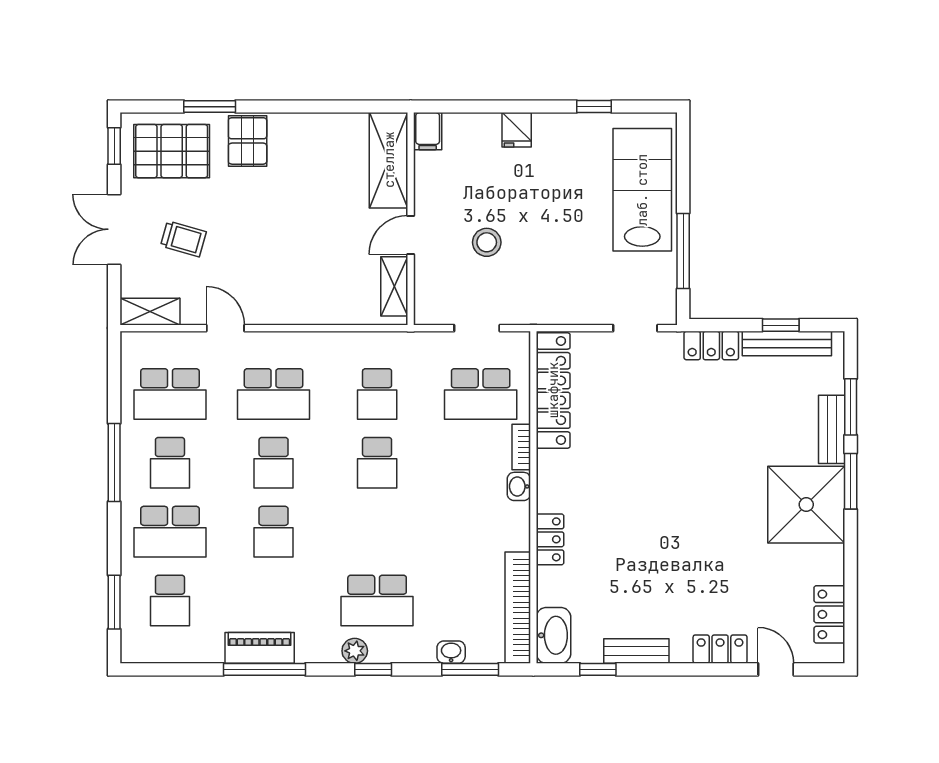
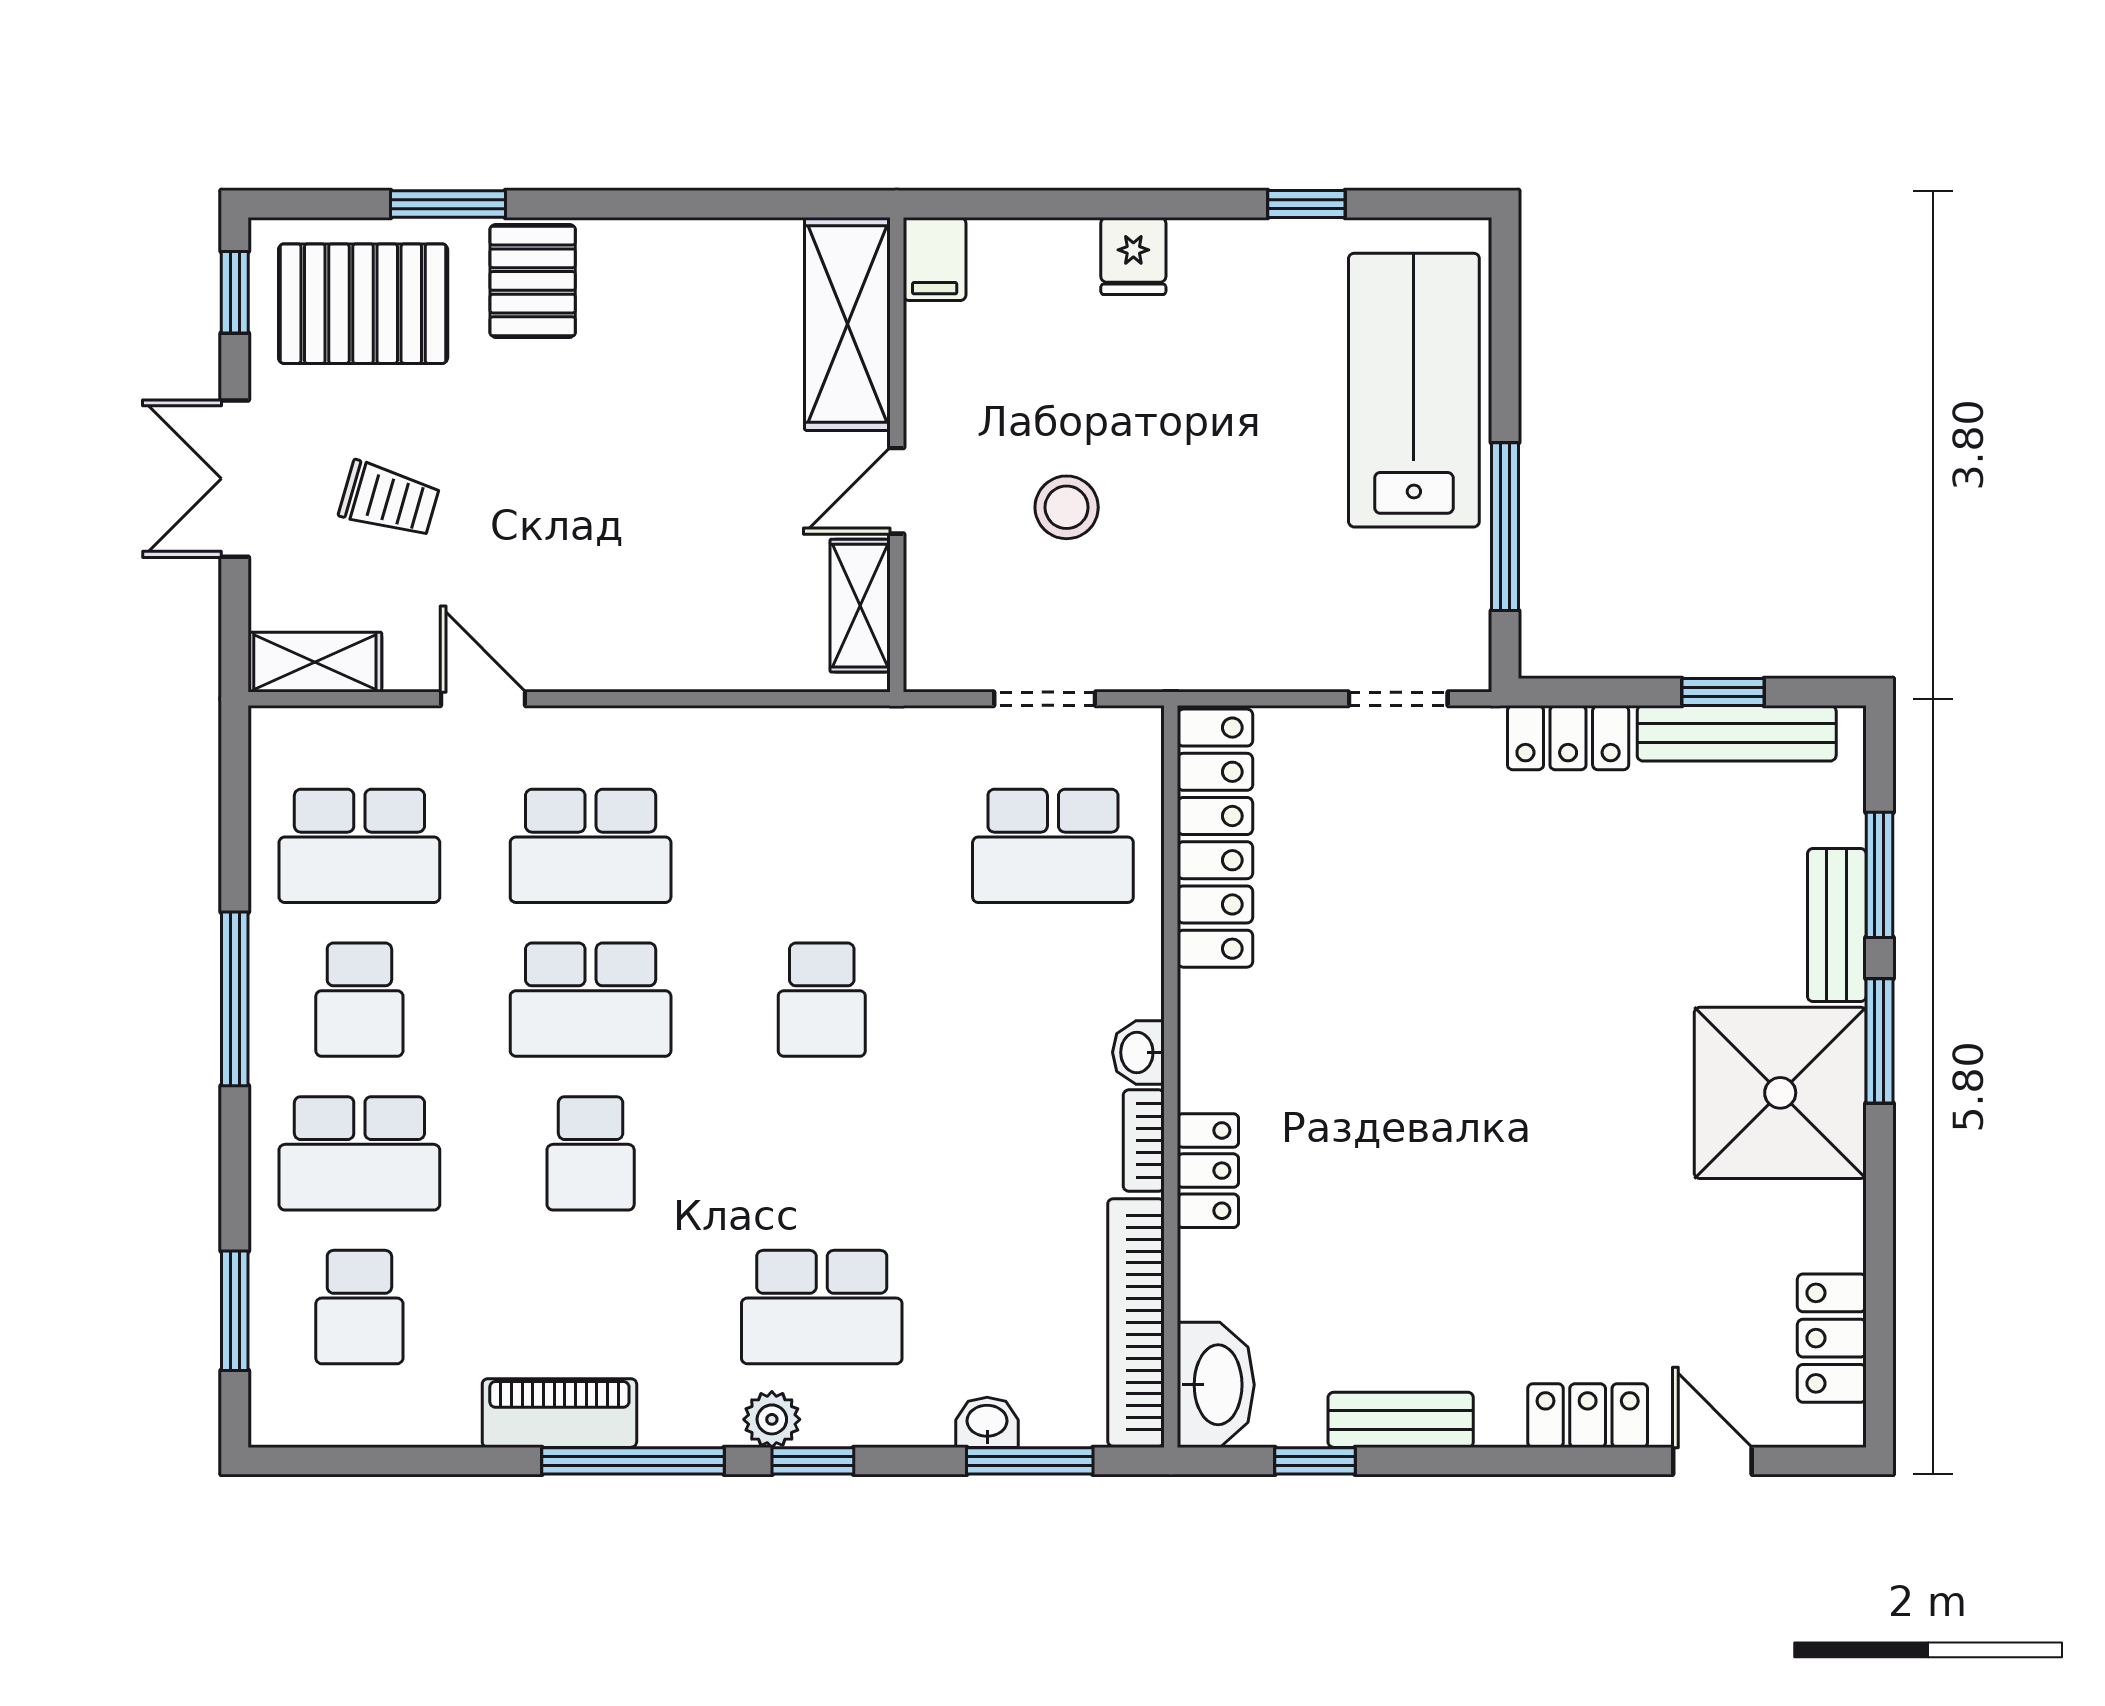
school desk: (377, 394) -> (822, 846), removed
bookcase: (521, 447) -> (1144, 1141), moved
school desk: (274, 463) -> (591, 1000), width x1.85
window: (264, 669) -> (633, 1461), moved

